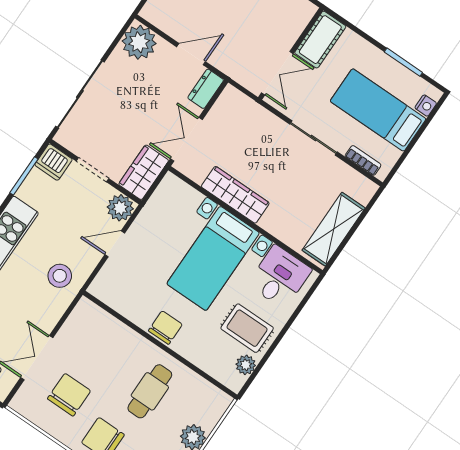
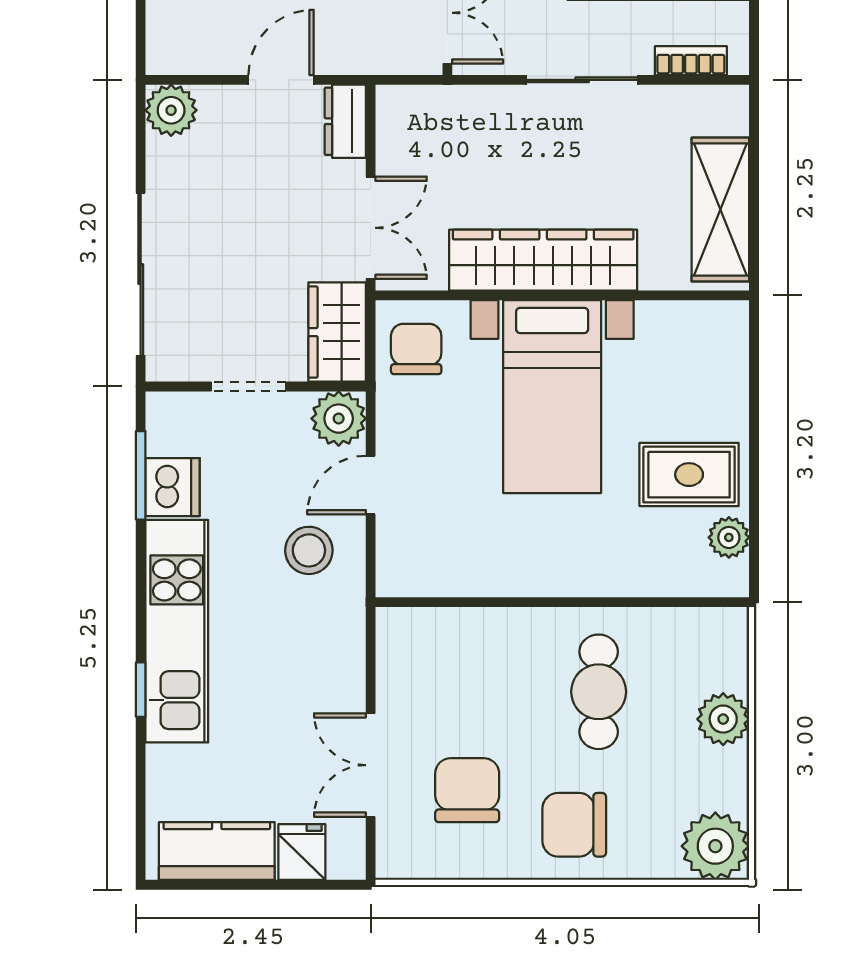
plant: (139, 42) -> (171, 110), width x0.73, depth x0.73
double door: (186, 139) -> (371, 228), swing flipped
dishwasher: (53, 162) -> (173, 487), moved, turned -90
wardrobe: (235, 195) -> (543, 260), width x1.40, depth x1.17
stool: (60, 276) -> (309, 550), moved
desk: (280, 277) -> (685, 351), removed
chair: (165, 328) -> (416, 349), moved

